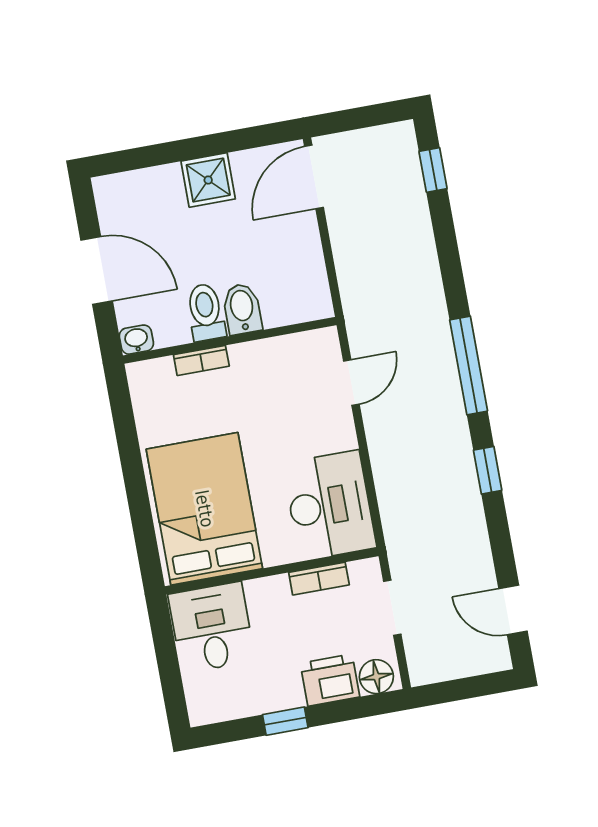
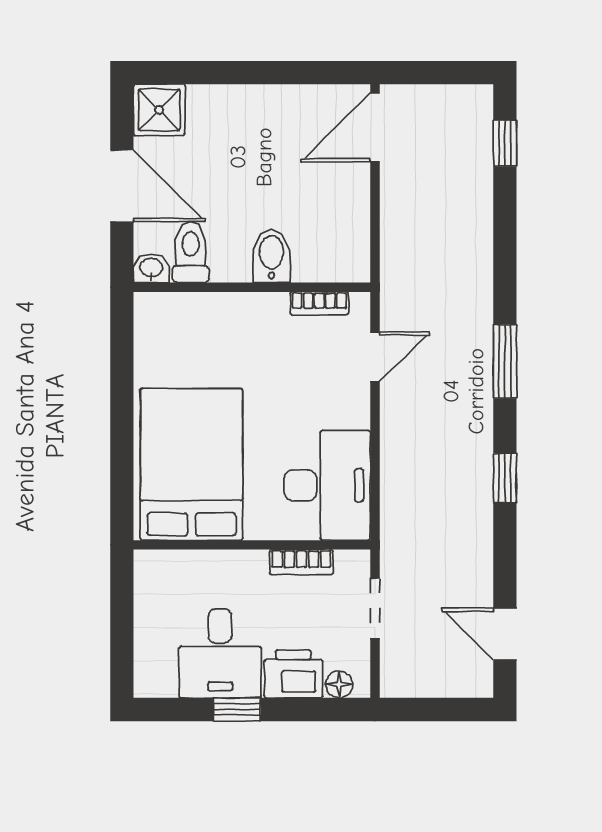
shower: (208, 180) -> (159, 110), moved
toilet: (206, 312) -> (191, 252), moved
bookcase: (201, 360) -> (319, 303), moved
window: (469, 365) -> (505, 361), width x0.69
desk: (212, 627) -> (220, 654), moved, turned 180
floor lamp: (376, 677) -> (339, 684), width x0.73, depth x0.73

